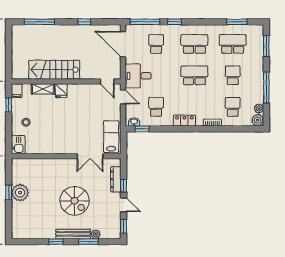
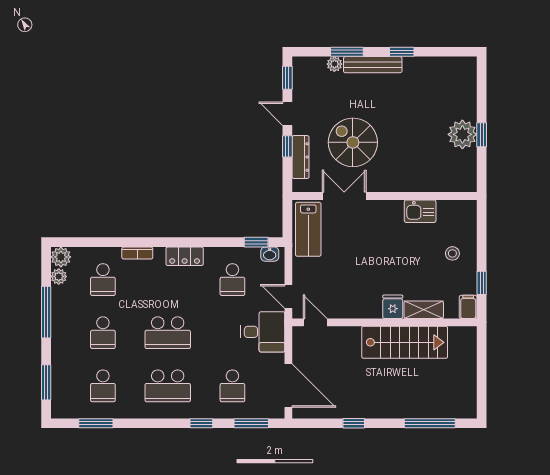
window: (145, 22) -> (251, 423), width x0.69
school desk: (233, 44) -> (103, 386), width x0.54
kitchen sink: (18, 145) -> (420, 211), moved, turned -90
spiral stairs: (75, 201) -> (353, 142), moved

